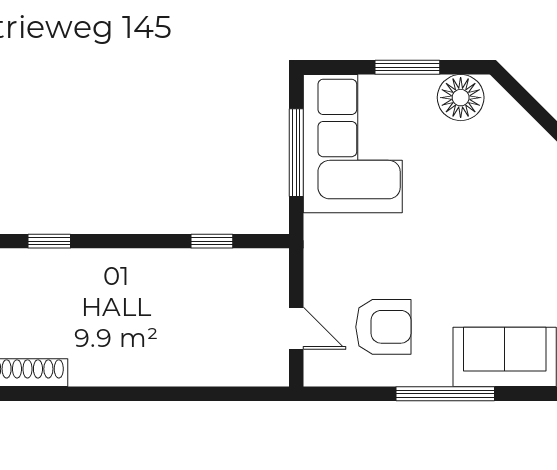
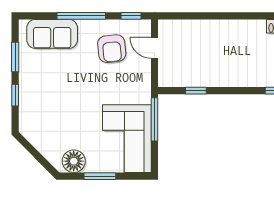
window: (296, 153) -> (155, 119), moved
armchair: (383, 327) -> (112, 49), turned -96
window: (344, 394) -> (131, 16), added

